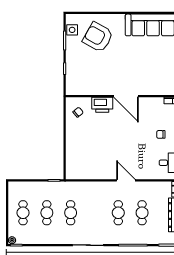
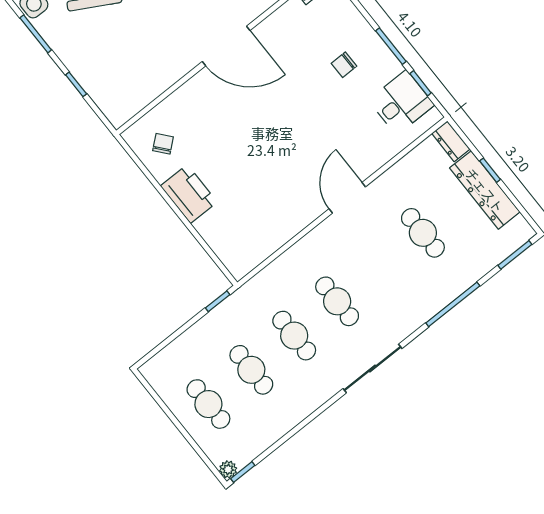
printer: (102, 105) -> (189, 194), moved, turned -90
door: (126, 180) -> (347, 198), hinge flipped
cafe table: (118, 213) -> (337, 301), moved

